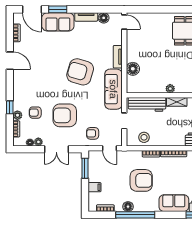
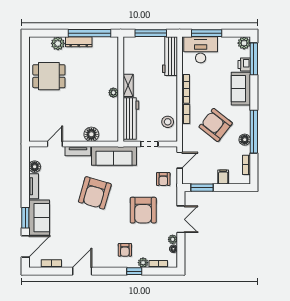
door: (124, 22) -> (55, 144), moved
armchair: (35, 113) -> (125, 250), moved
armchair: (141, 180) -> (216, 125), turned -52

